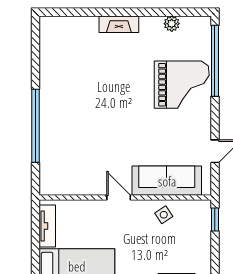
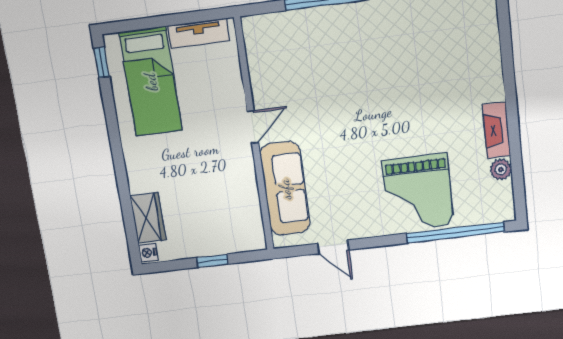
fireplace: (119, 24) -> (496, 130), moved
side table: (164, 215) -> (238, 190), removed
window: (215, 219) -> (212, 261), moved

